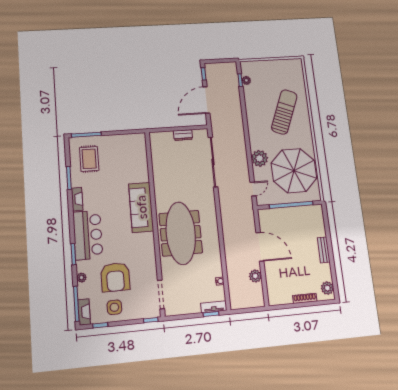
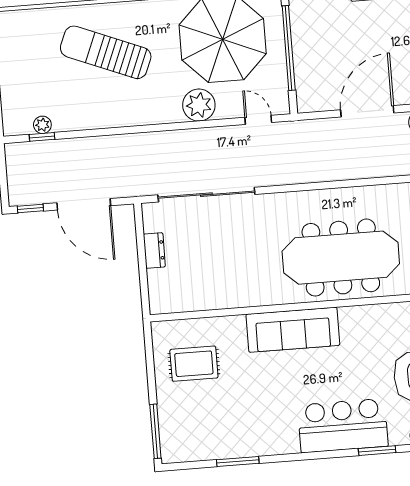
rug: (89, 159) -> (194, 364), moved
fireplace: (77, 199) -> (277, 446), removed

